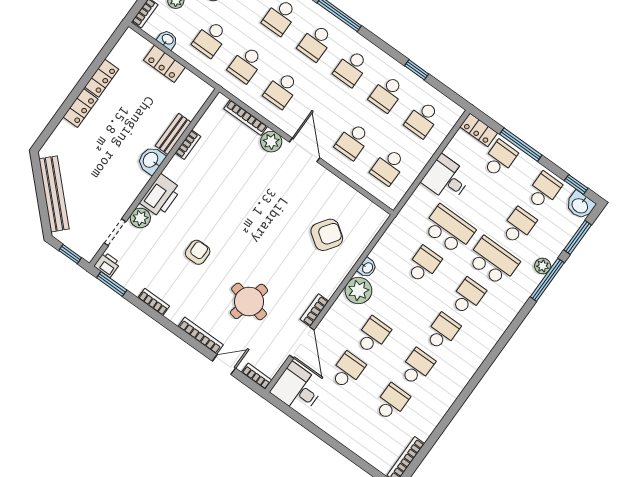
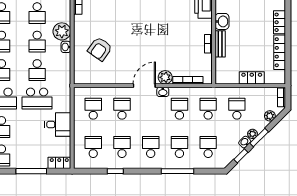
washbasin: (167, 40) -> (163, 92), moved
locker: (102, 78) -> (280, 52), width x1.53
door: (305, 150) -> (144, 86), swing flipped
school desk: (500, 159) -> (37, 42), moved

